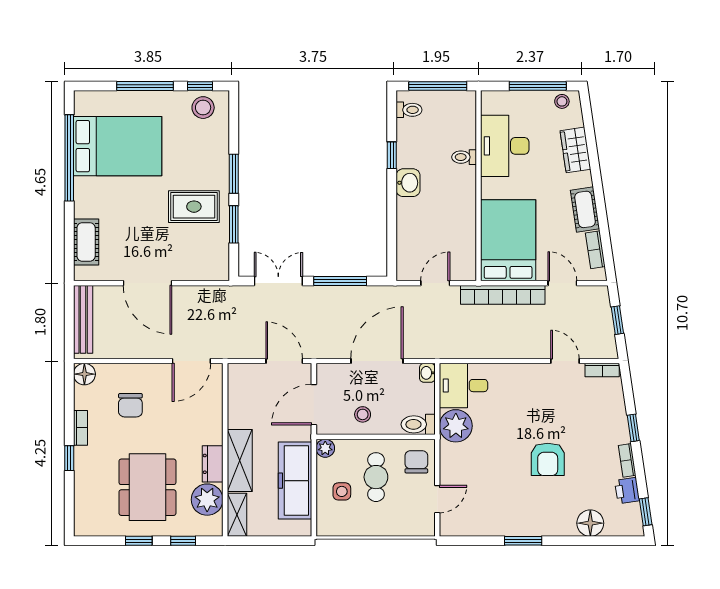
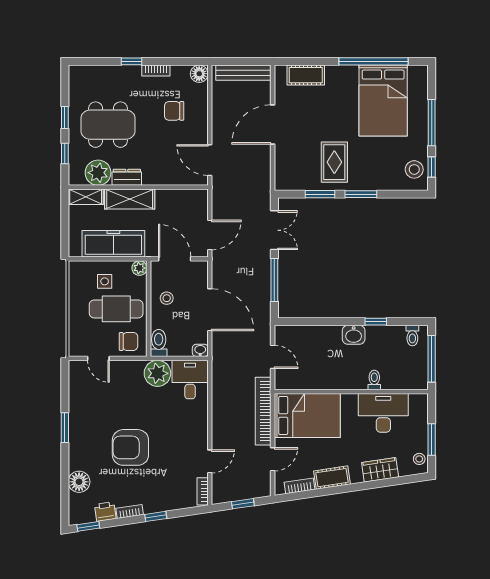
window: (538, 86) -> (432, 439), width x0.69
armchair: (548, 459) -> (130, 447), width x1.36, depth x1.36
cafe table: (376, 477) -> (116, 309), width x1.37, depth x1.35

